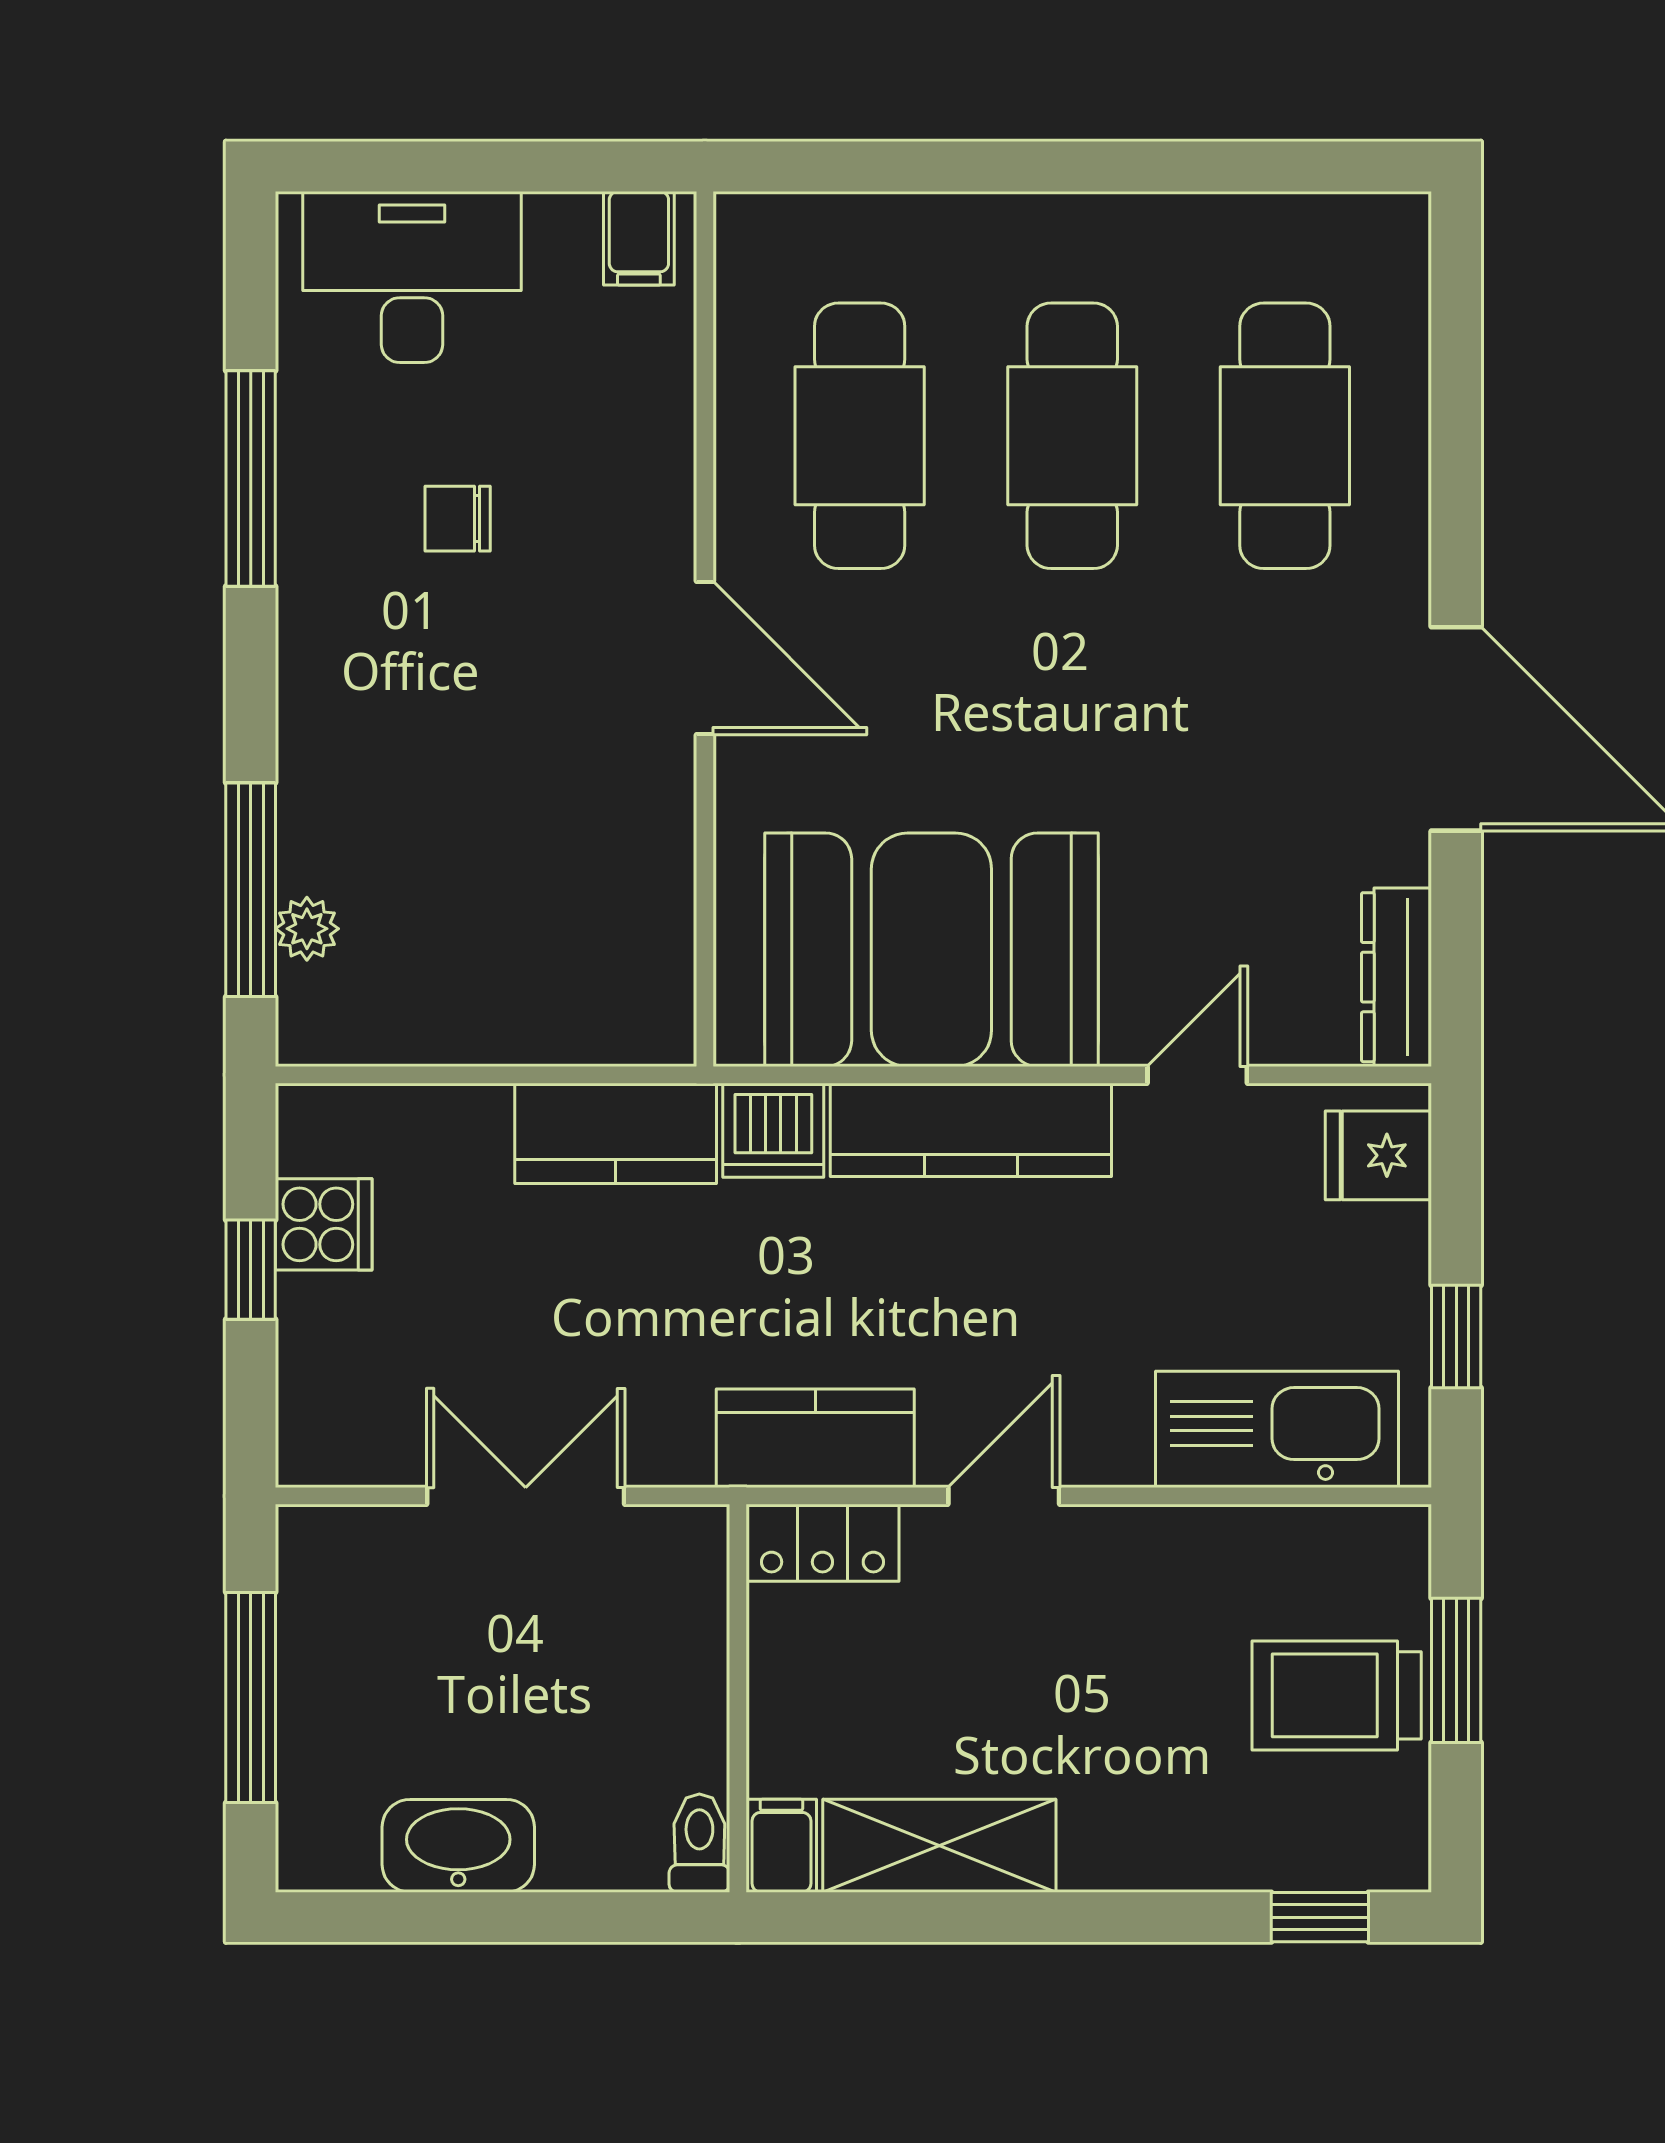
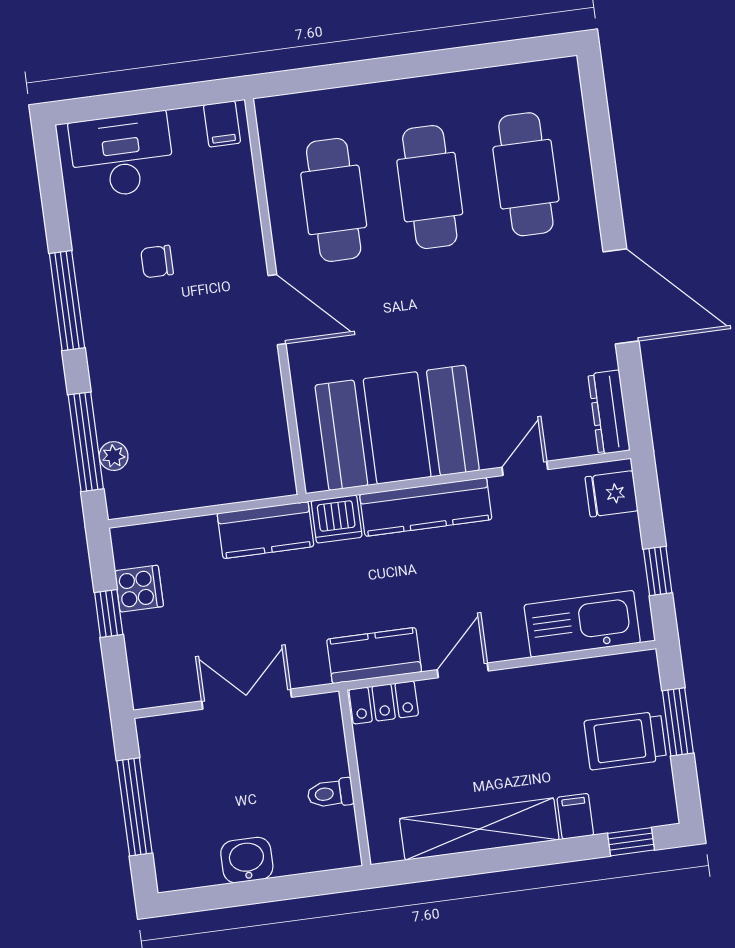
window: (251, 478) -> (67, 301), moved
toilet: (699, 1843) -> (330, 793), moved, turned -90
washbasin: (458, 1846) -> (247, 860), width x0.72
filing cabinet: (781, 1846) -> (575, 816), moved
shelving: (939, 1846) -> (479, 829), width x1.47

